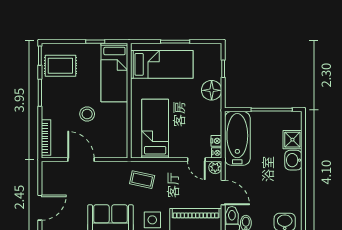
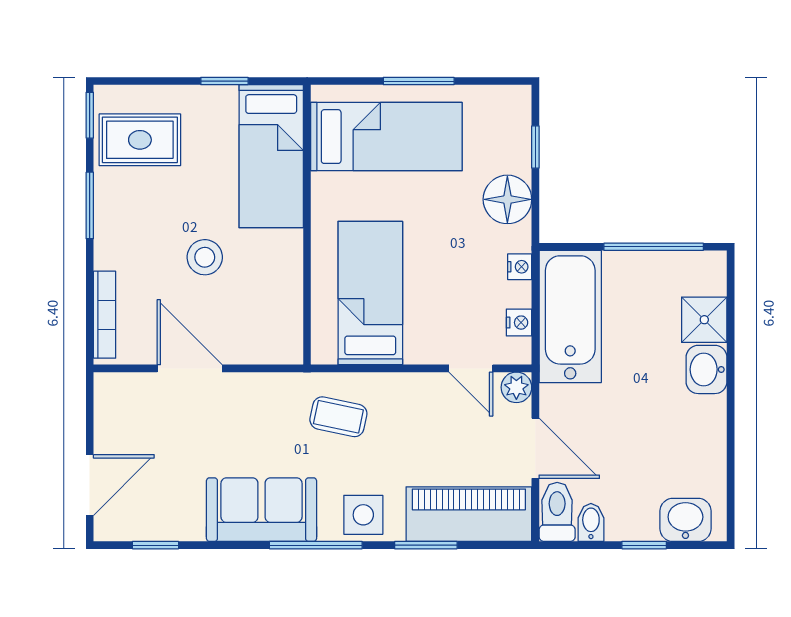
nightstand: (217, 153) -> (520, 267), moved

